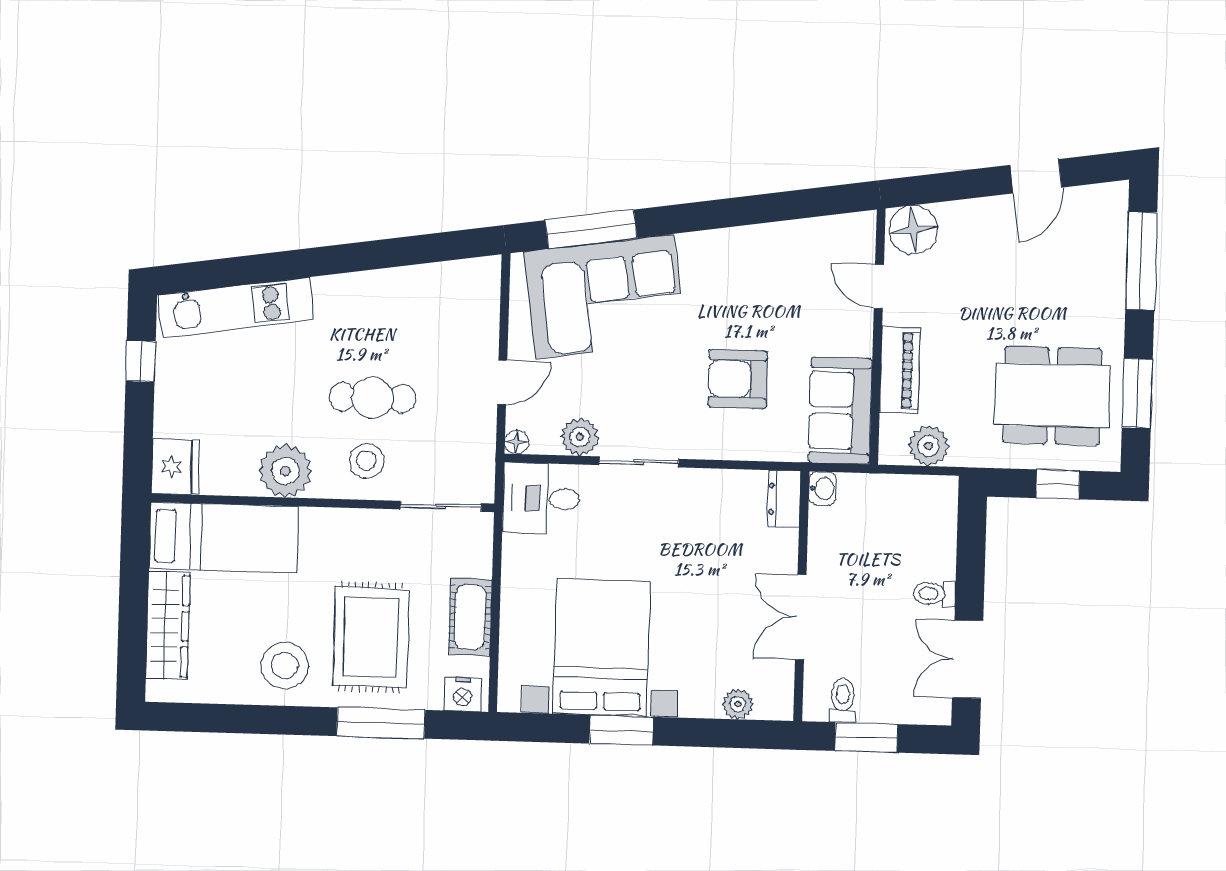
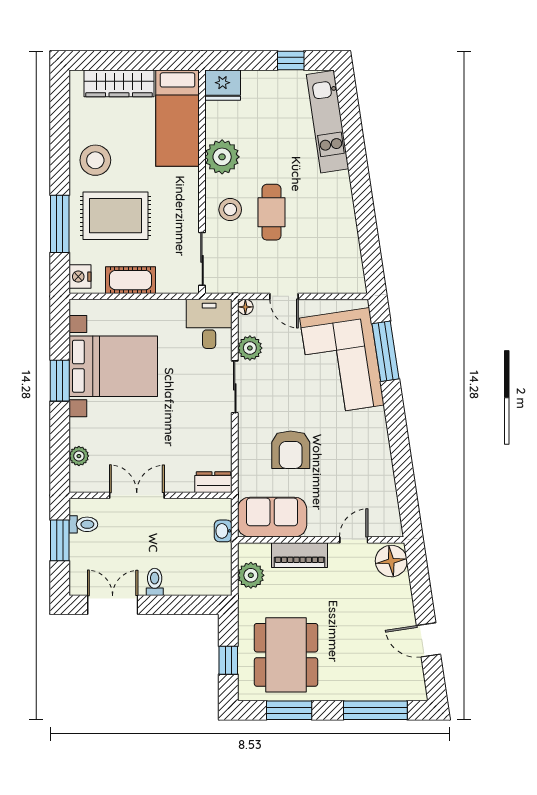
armchair: (738, 379) -> (291, 450), turned 180
washbasin: (822, 488) -> (223, 531), moved, turned 90

